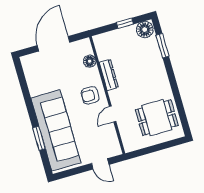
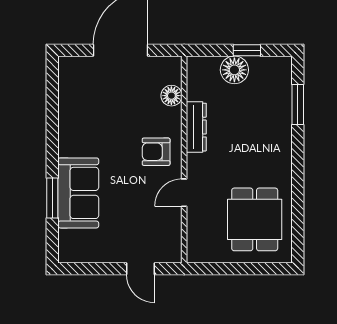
floor lamp: (145, 30) -> (234, 70), moved
dining table: (157, 118) -> (255, 219), turned 90
sofa: (56, 130) -> (78, 193), width x0.54, depth x0.79

